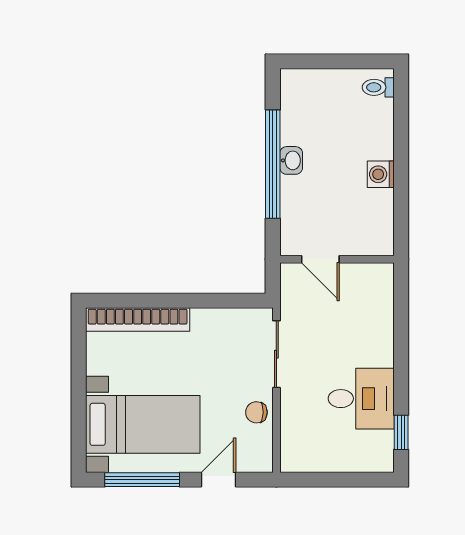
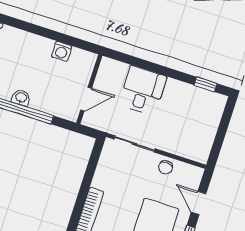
washing machine: (381, 174) -> (62, 51), moved
desk: (361, 399) -> (143, 90), moved

